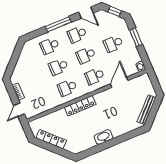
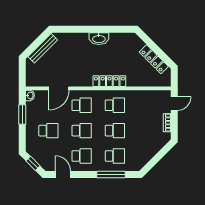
window: (58, 24) -> (111, 175), moved
window: (136, 37) -> (22, 114), moved

